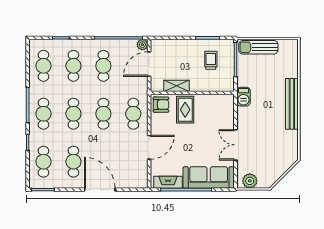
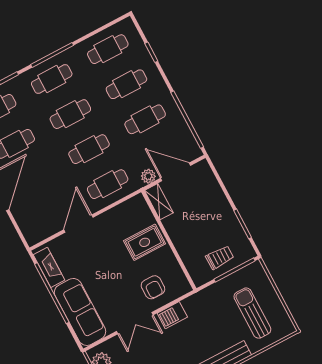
plant: (142, 45) -> (148, 176), moved
sun lounger: (258, 47) -> (252, 313), moved
trolley: (211, 60) -> (220, 257), moved
shelving: (177, 86) -> (159, 202), moved
barbecue: (244, 97) -> (172, 315), moved
armchair: (161, 105) -> (153, 287), moved
double door: (235, 145) -> (135, 323), swing flipped
door: (149, 147) -> (78, 224), swing flipped

